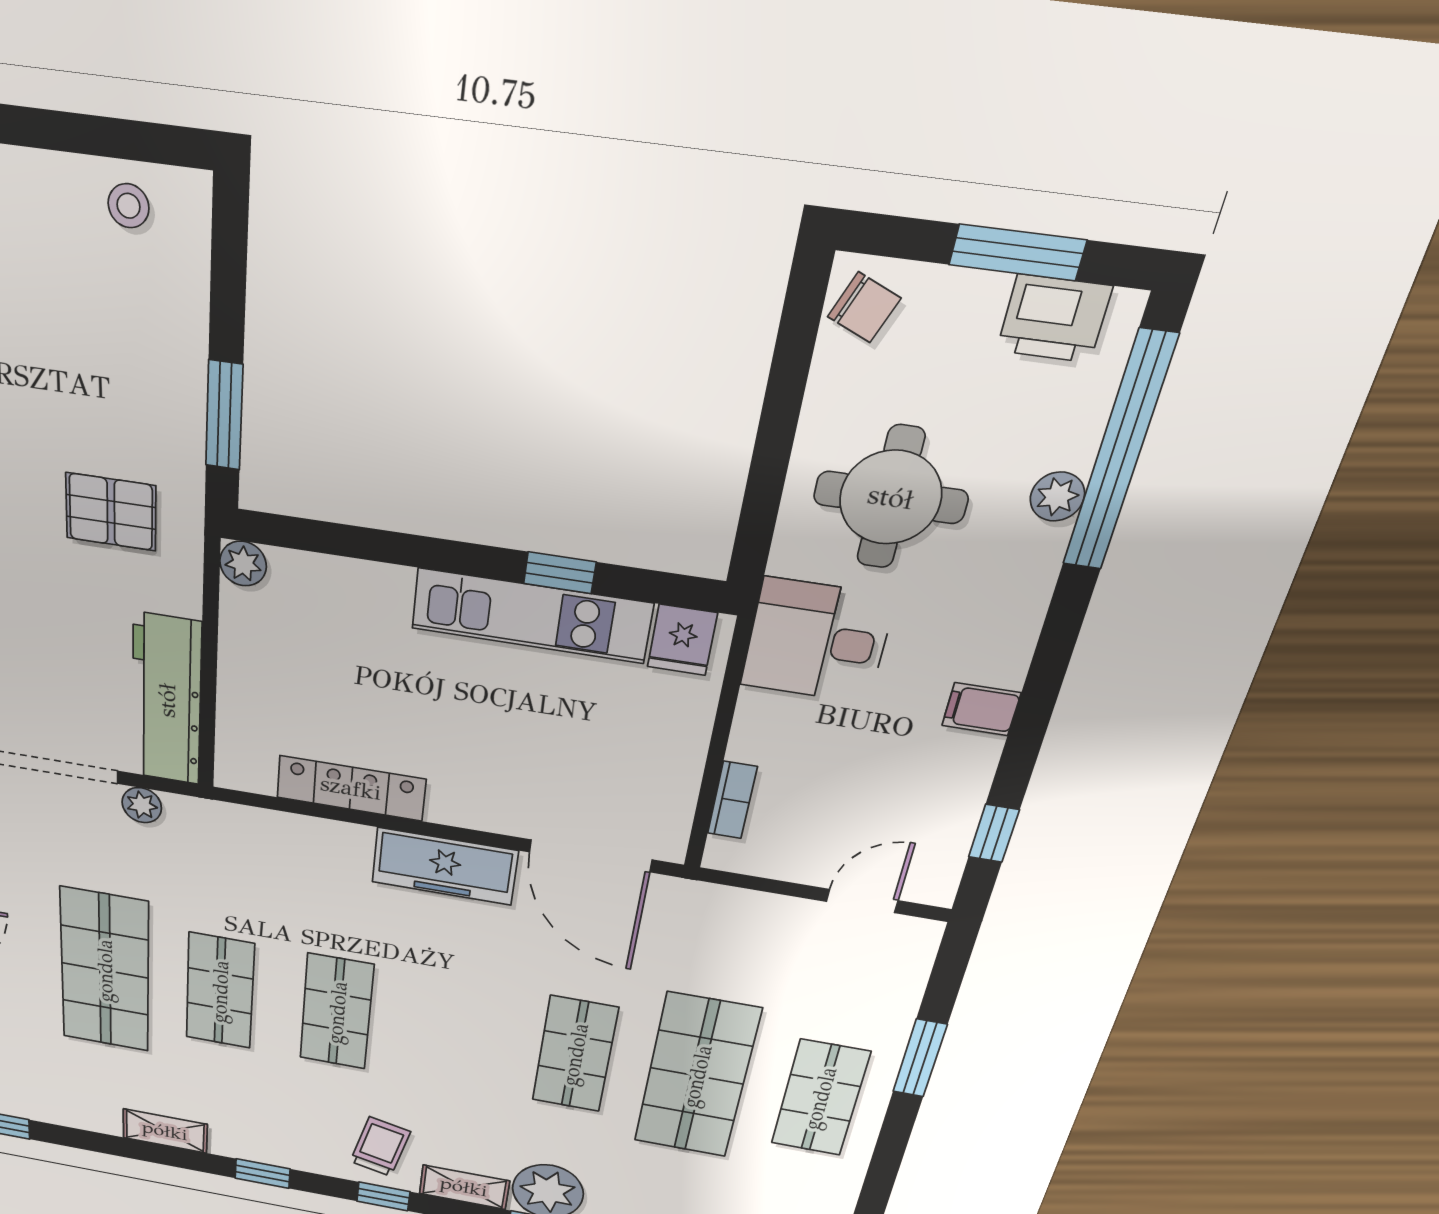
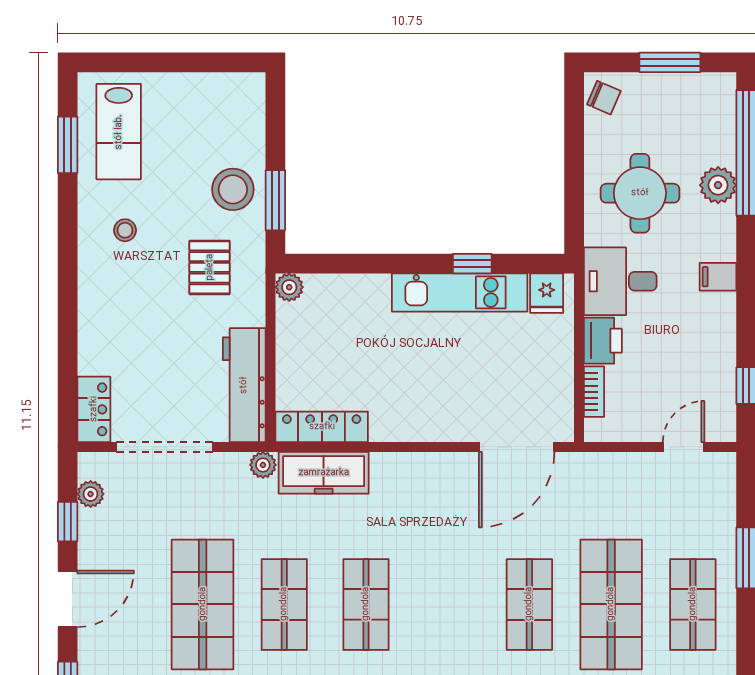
stool: (128, 206) -> (233, 189), moved, width x1.89, depth x1.89
printer: (1054, 319) -> (603, 341), moved, turned -90
plant: (1057, 497) -> (718, 185), width x1.38, depth x1.38
pallet: (111, 512) -> (210, 267), turned 90
filing cabinet: (981, 709) -> (718, 277), moved
locker: (351, 788) -> (322, 427), moved
plant: (142, 805) -> (263, 465), moved
door: (590, 856) -> (517, 447), hinge flipped
freezer: (445, 866) -> (324, 473), moved

